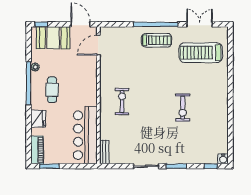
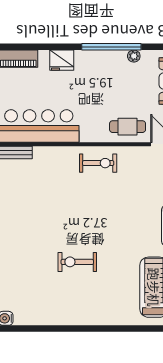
cafe table: (52, 90) -> (128, 127), moved
exercise bike: (122, 101) -> (98, 163), moved

